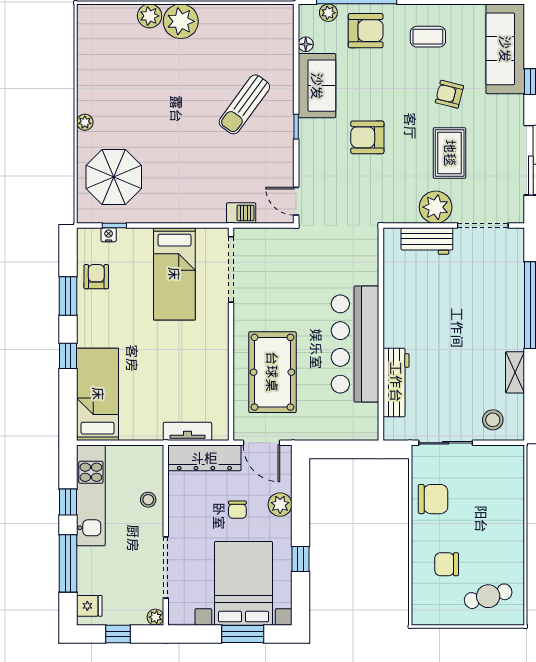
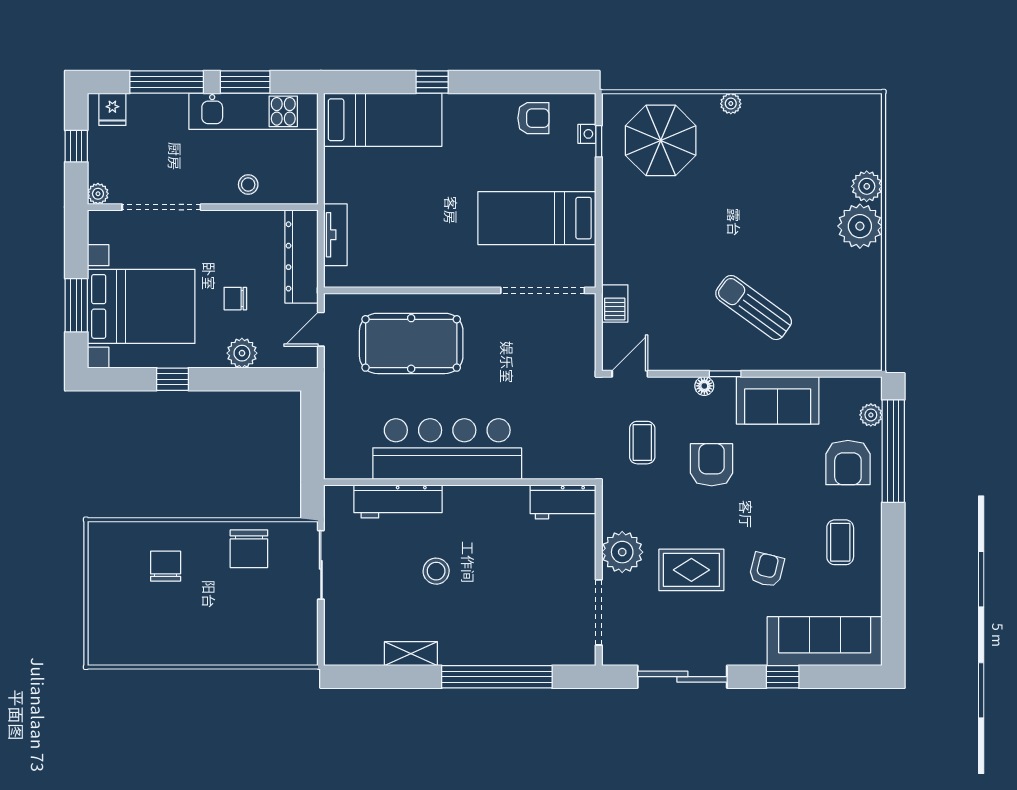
floor lamp: (306, 44) -> (704, 386), moved
coffee table: (350, 192) -> (642, 443), added
workbench: (427, 241) -> (563, 502), moved, turned -90
window: (68, 296) -> (509, 82), removed
stool: (493, 420) -> (436, 571), moved
door: (261, 443) -> (321, 329), width x0.73
window: (68, 502) -> (245, 82), width x1.50
cafe table: (488, 596) -> (125, 619), removed

